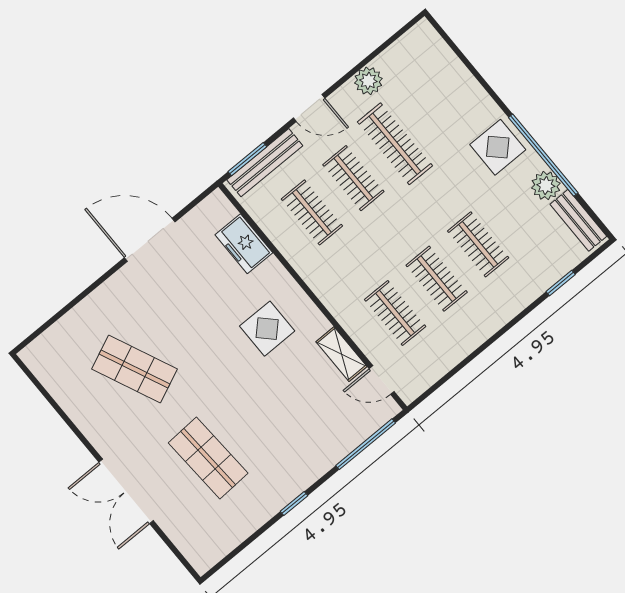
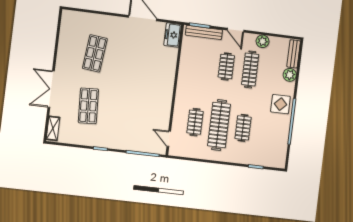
plant: (546, 186) -> (290, 75), moved
clothes rail: (312, 212) -> (202, 63), removed
bench: (578, 220) -> (294, 54), moved
freezer: (244, 244) -> (173, 35), moved
clothes rail: (437, 279) -> (219, 125), width x1.86, depth x1.31
display table: (267, 329) -> (150, 85), removed
shelving: (341, 354) -> (53, 128), moved
shop shelf: (135, 369) -> (95, 53), turned 30

